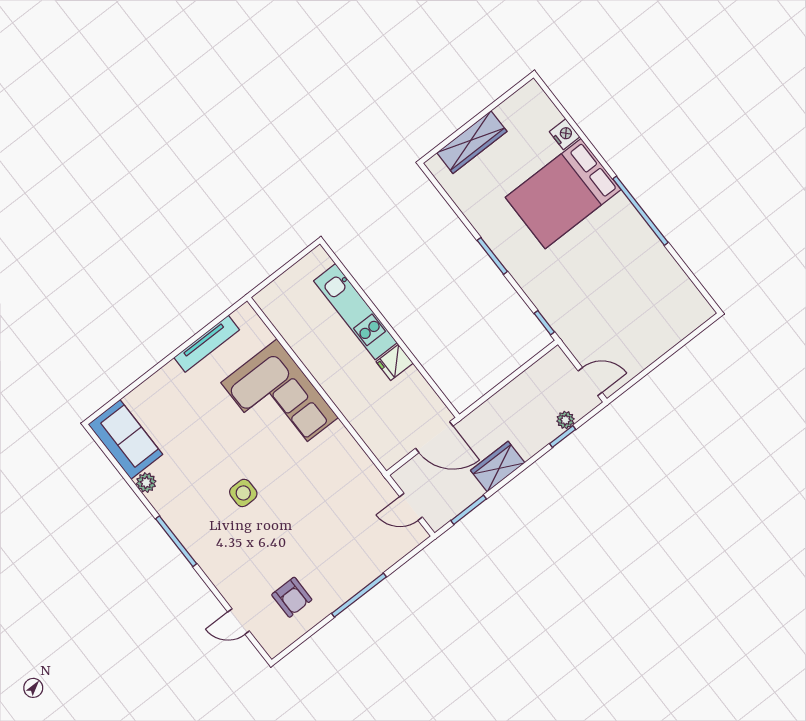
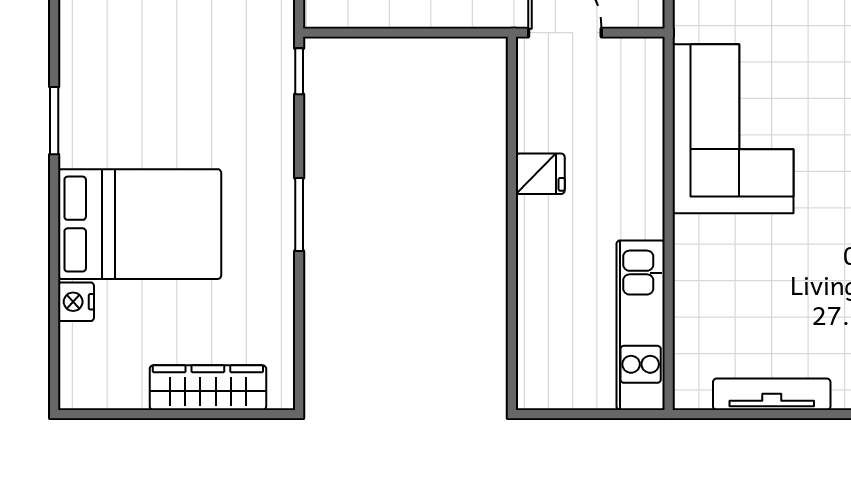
window: (640, 211) -> (54, 121), width x0.47
kitchen unit: (355, 312) -> (641, 325), moved, turned 180
corner sofa: (280, 400) -> (733, 129), moved

